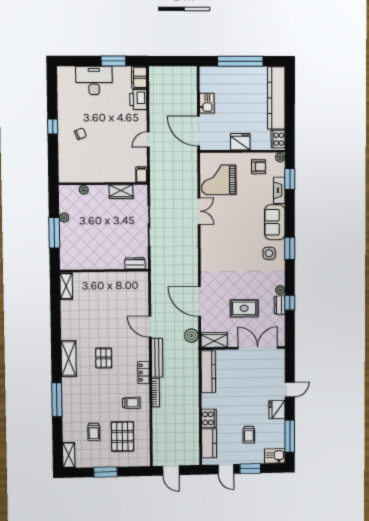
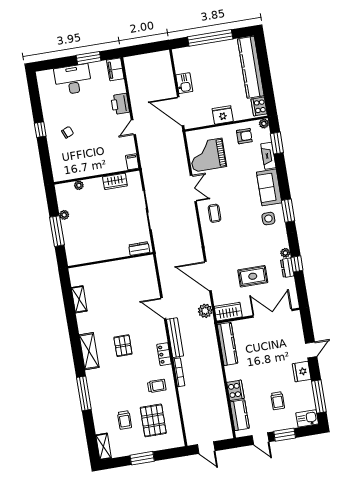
printer: (138, 100) -> (120, 104), moved
coffee table: (216, 240) -> (214, 213), added
shelving: (66, 286) -> (79, 299), moved

